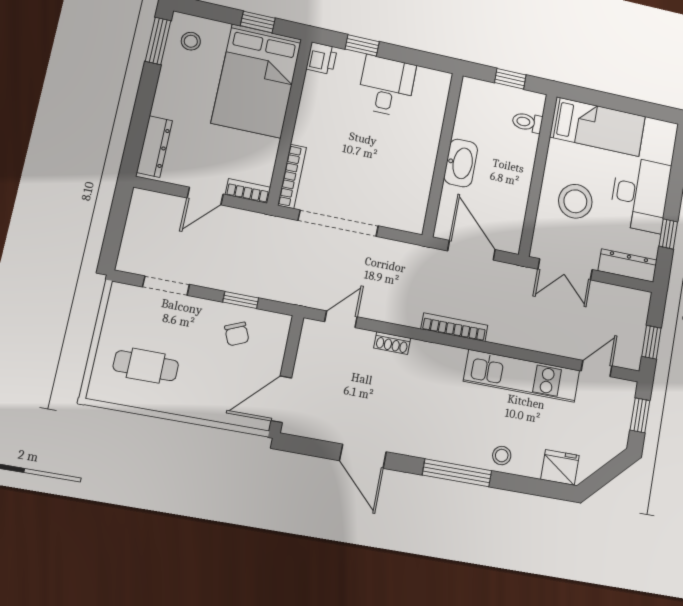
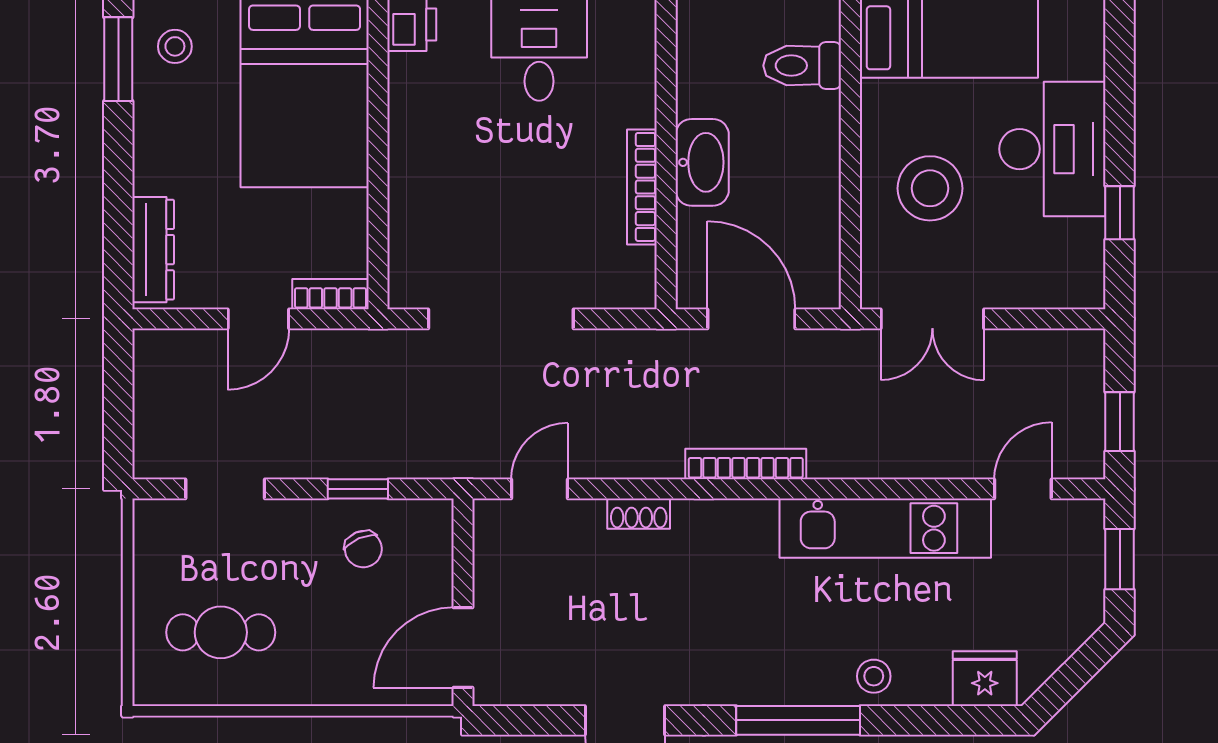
toilet: (527, 122) -> (802, 66), width x1.37, depth x1.39
bookcase: (292, 176) -> (642, 187), moved, turned 180
dresser: (628, 265) -> (1050, 288), removed

